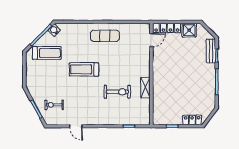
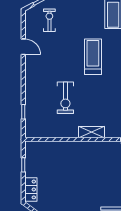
shelving: (145, 88) -> (92, 132), moved
door: (76, 126) -> (23, 47), swing flipped

